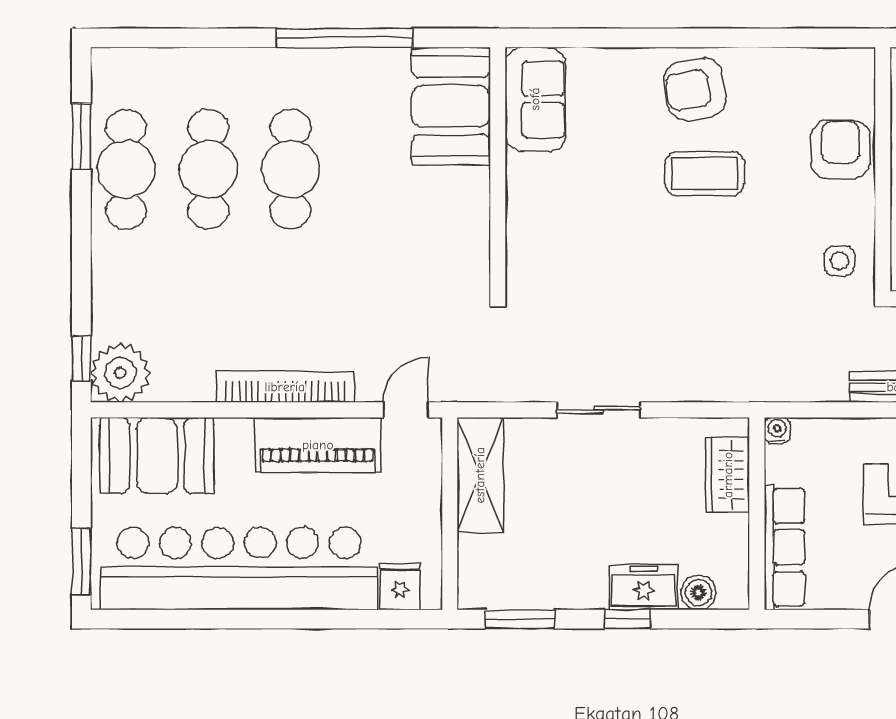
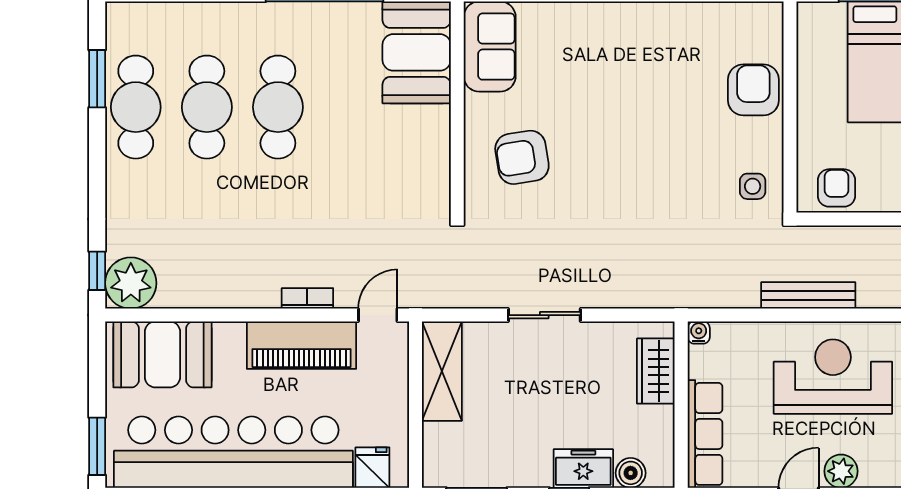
armchair: (695, 89) -> (522, 157), moved
coffee table: (705, 173) -> (636, 111), removed
bookcase: (285, 387) -> (307, 298), width x0.43, depth x0.76

